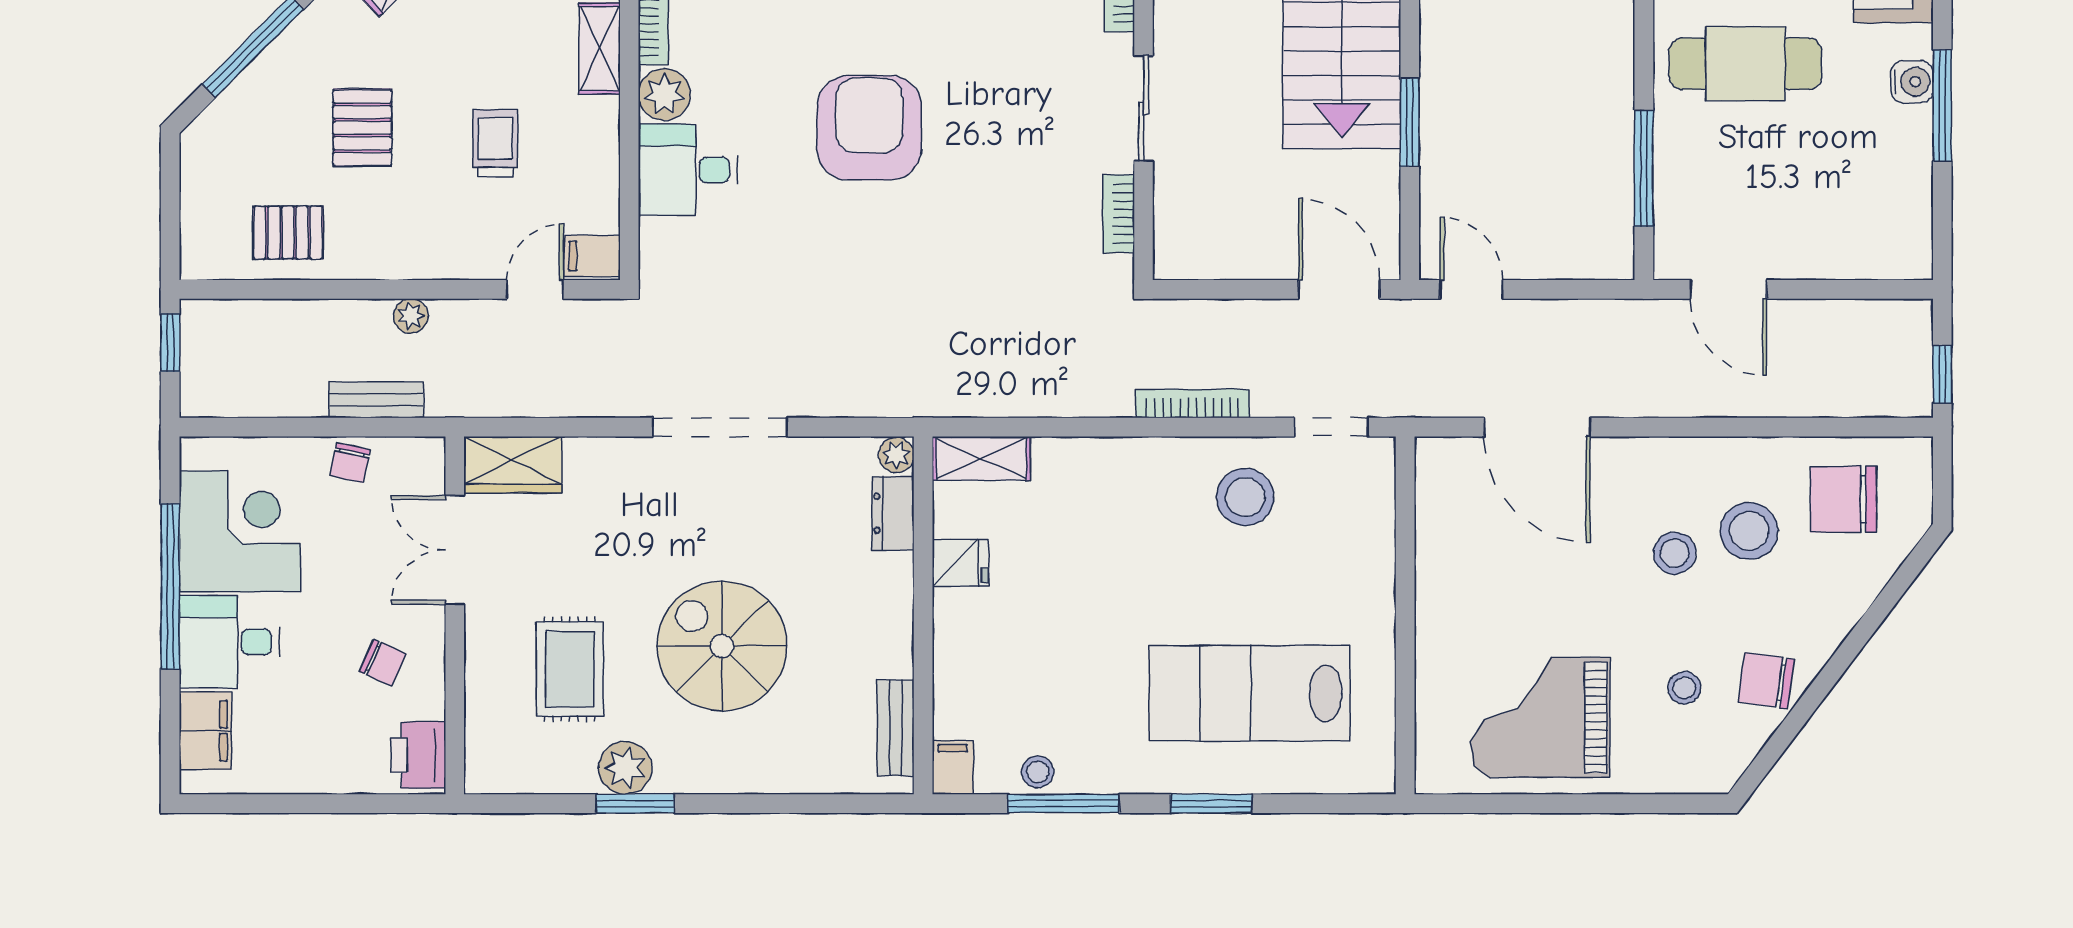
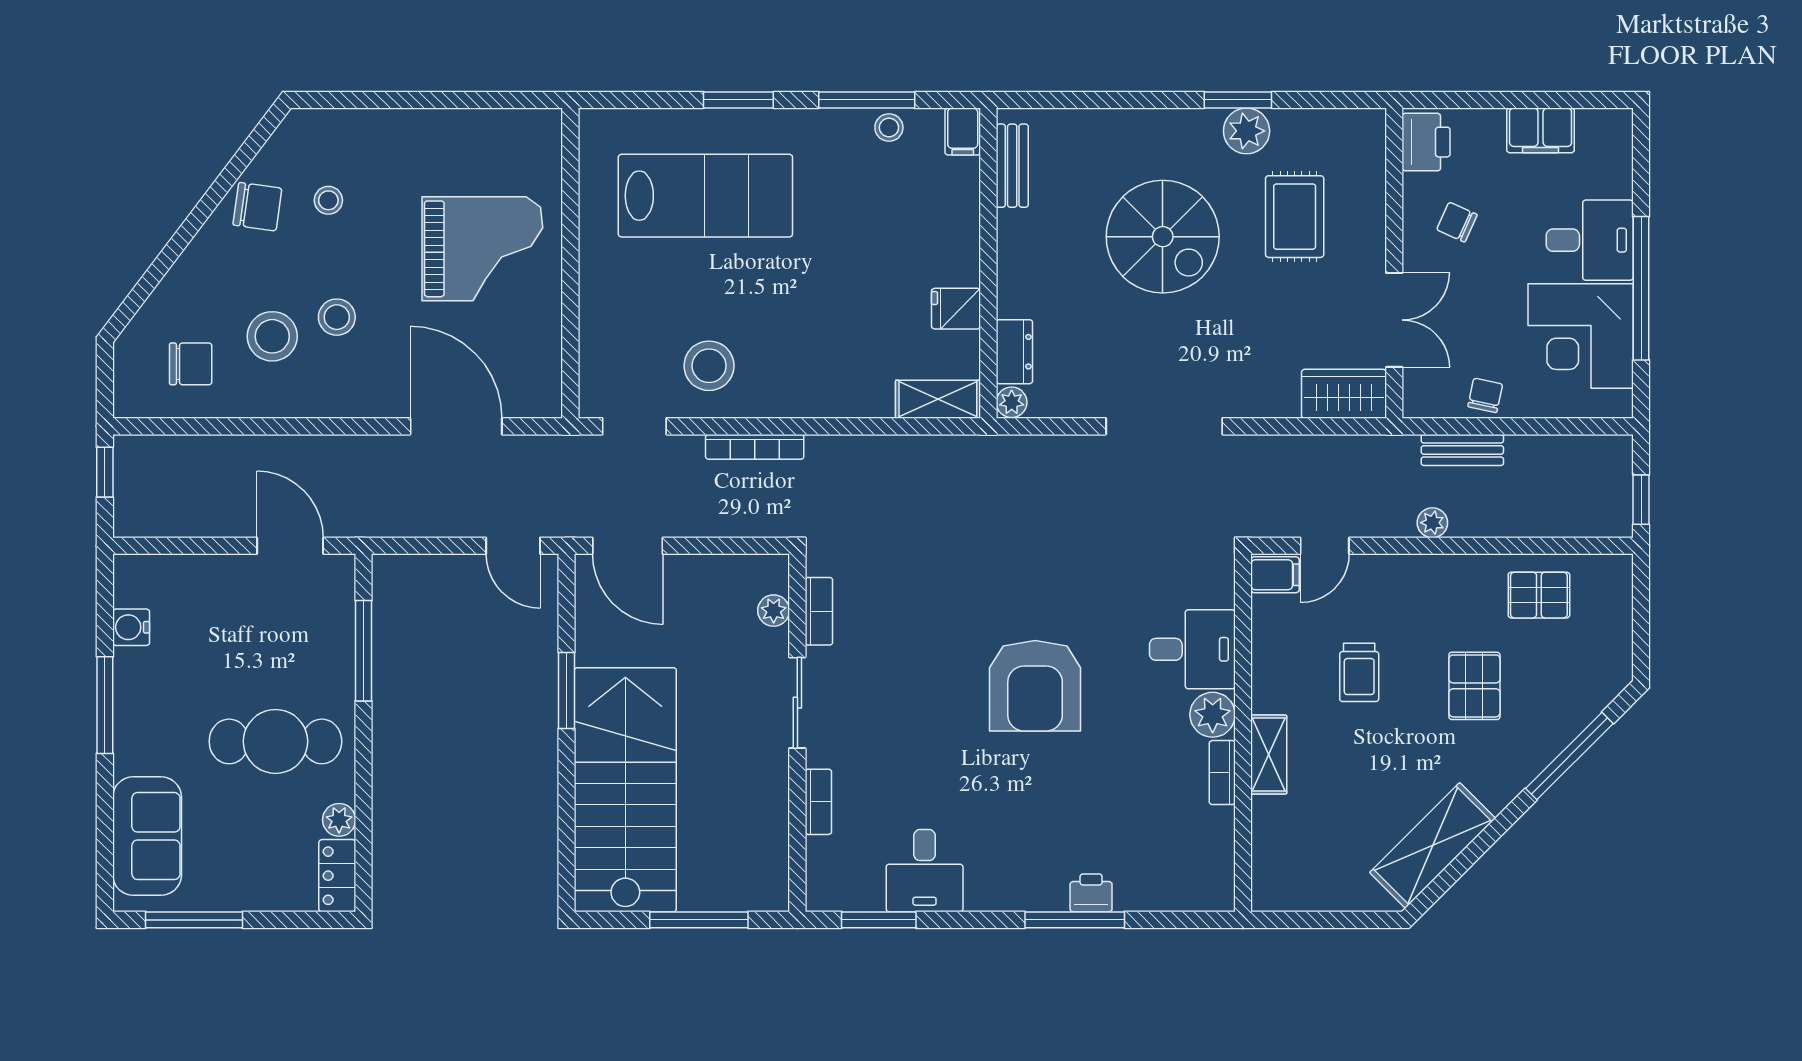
water cooler: (1912, 82) -> (131, 627), moved
plant: (1171, 215) -> (774, 611), added
chair: (1843, 499) -> (191, 364), width x0.73, depth x0.73
grand piano: (1540, 717) -> (482, 249), moved
filing cabinet: (205, 731) -> (1541, 130), moved, turned -90

